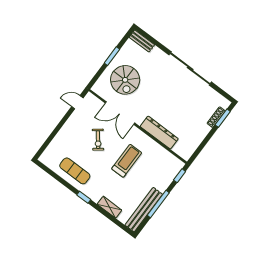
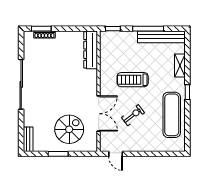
dresser: (159, 133) -> (91, 50), moved
exercise mat: (75, 171) -> (172, 115), width x1.36, depth x1.45

